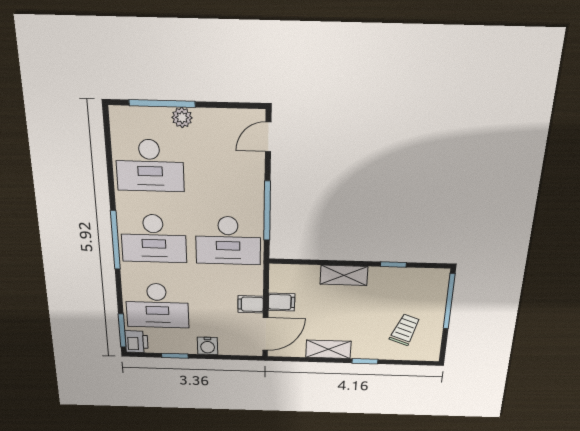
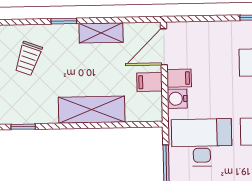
window: (393, 264) -> (23, 127), moved
shelving: (344, 275) -> (92, 110), width x1.50, depth x1.33
water cooler: (208, 346) -> (177, 99), moved, turned -90

